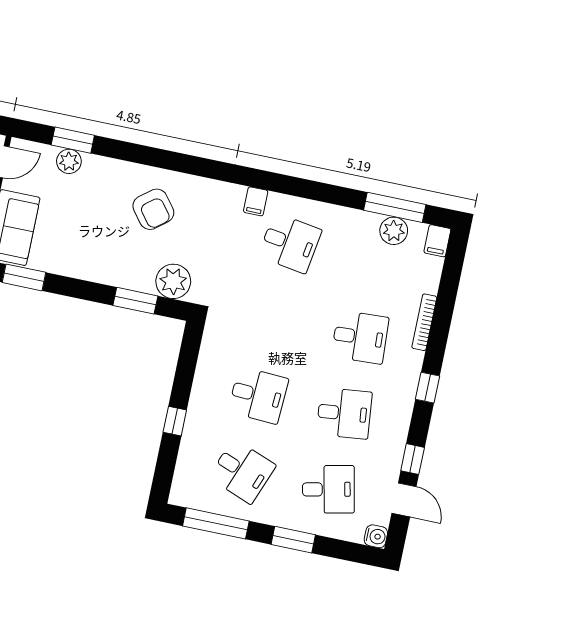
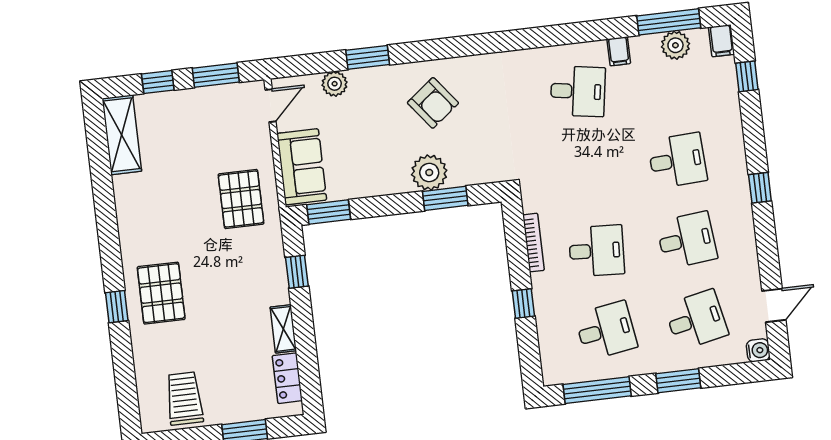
window: (73, 140) -> (368, 57), moved
filing cabinet: (256, 201) -> (619, 51), moved
plant: (173, 281) -> (429, 173), moved
bookcase: (424, 322) -> (533, 243), moved, turned 180
window: (413, 459) -> (747, 76), moved
desk: (242, 471) -> (606, 331), turned -30
door: (404, 500) -> (774, 305), hinge flipped

